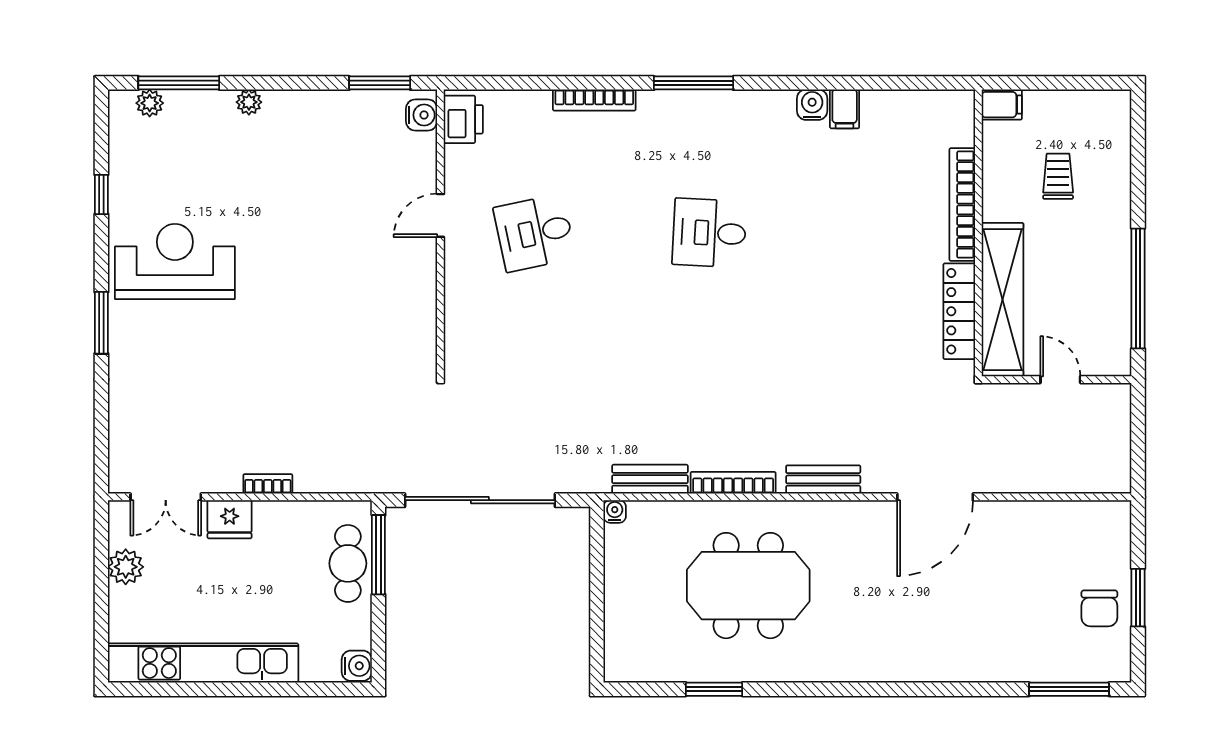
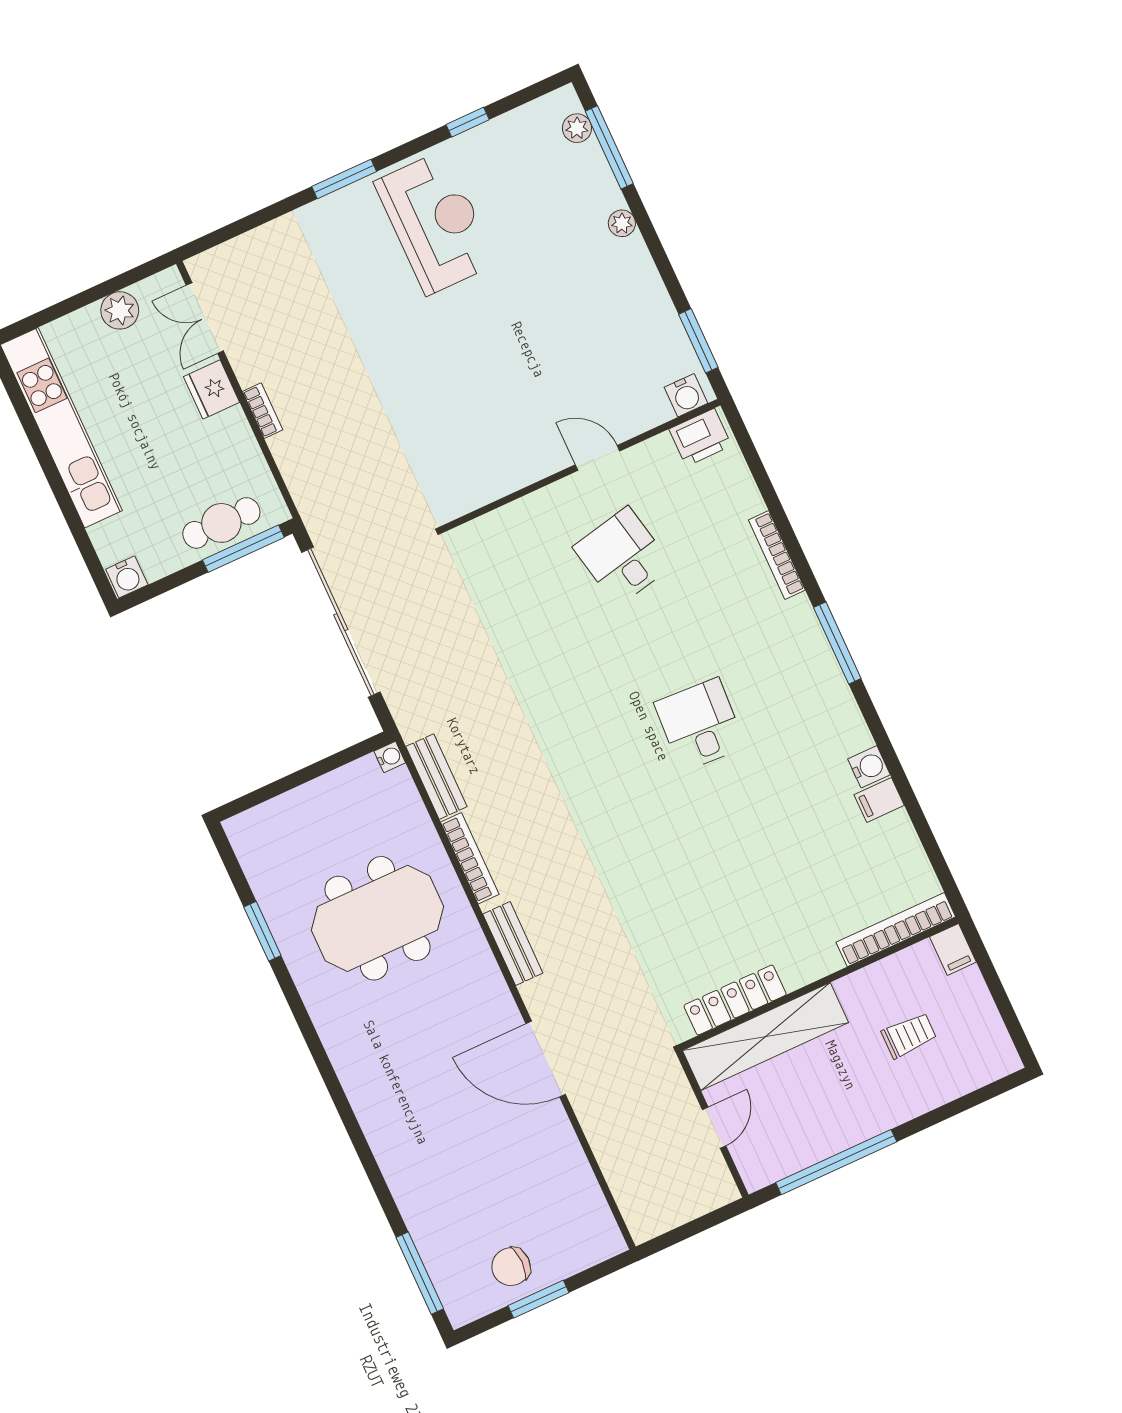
bookcase: (962, 204) -> (896, 930), moved
meeting table: (748, 586) -> (377, 918), turned 90

